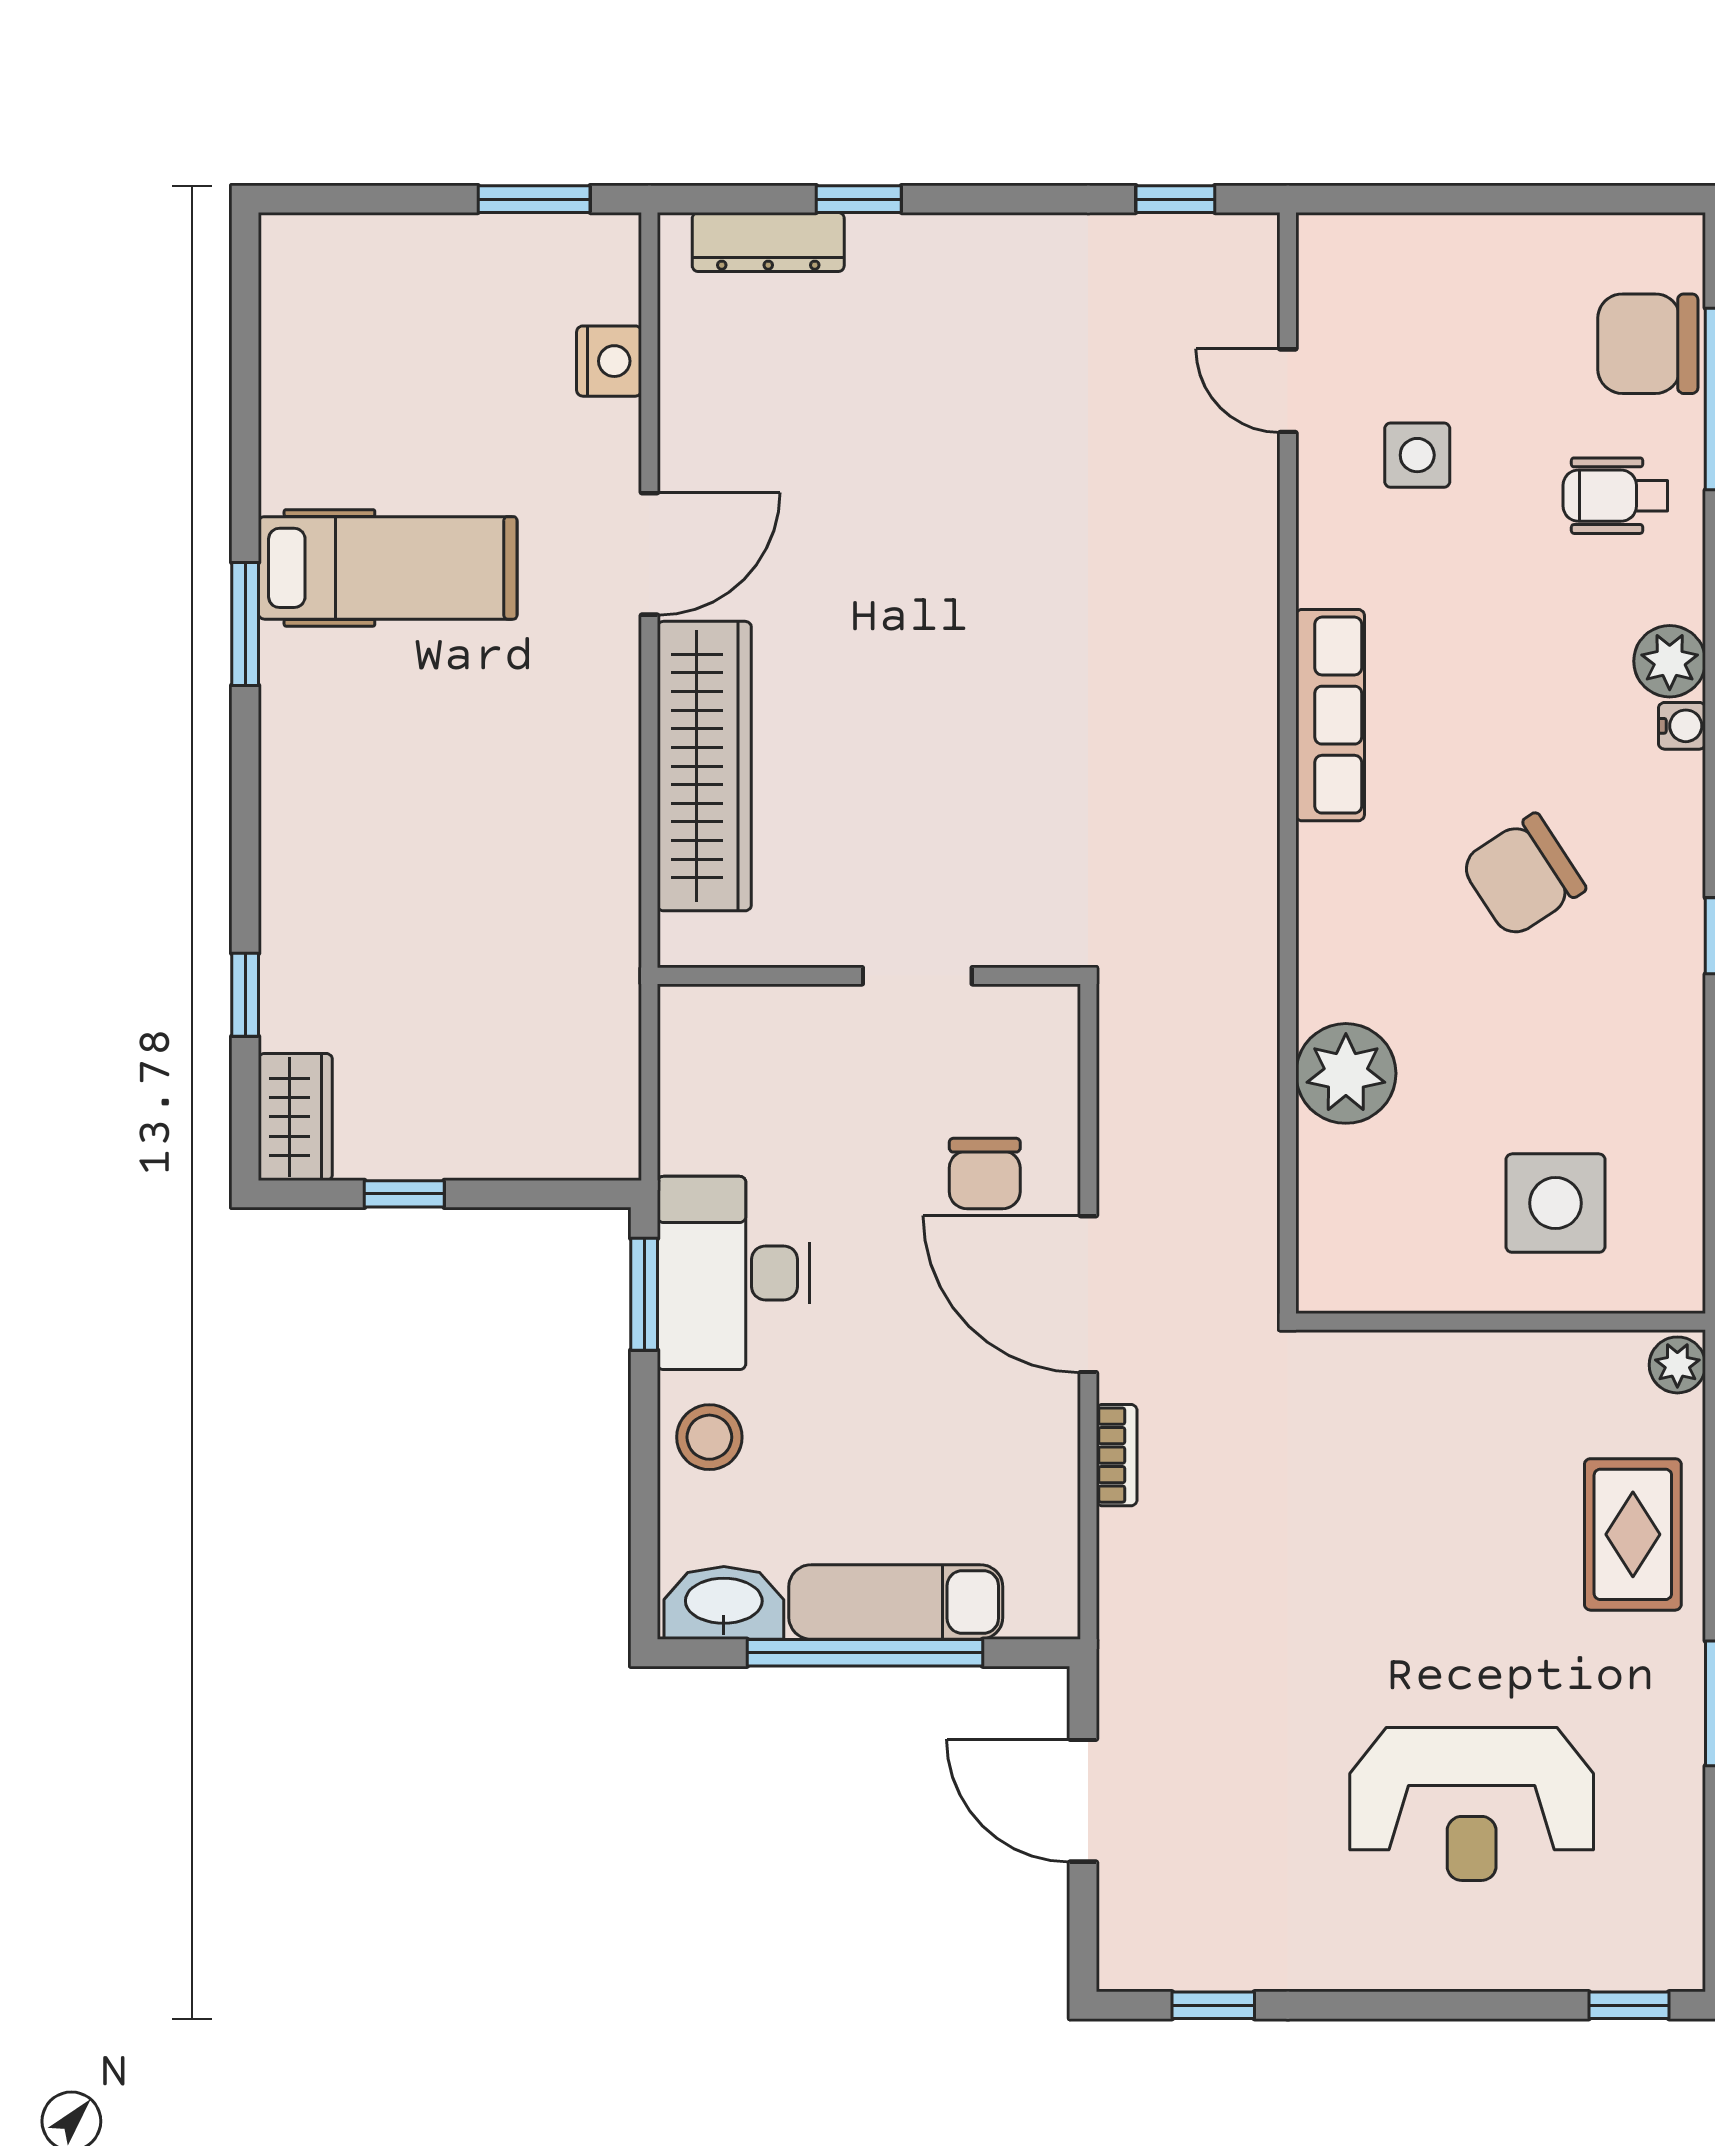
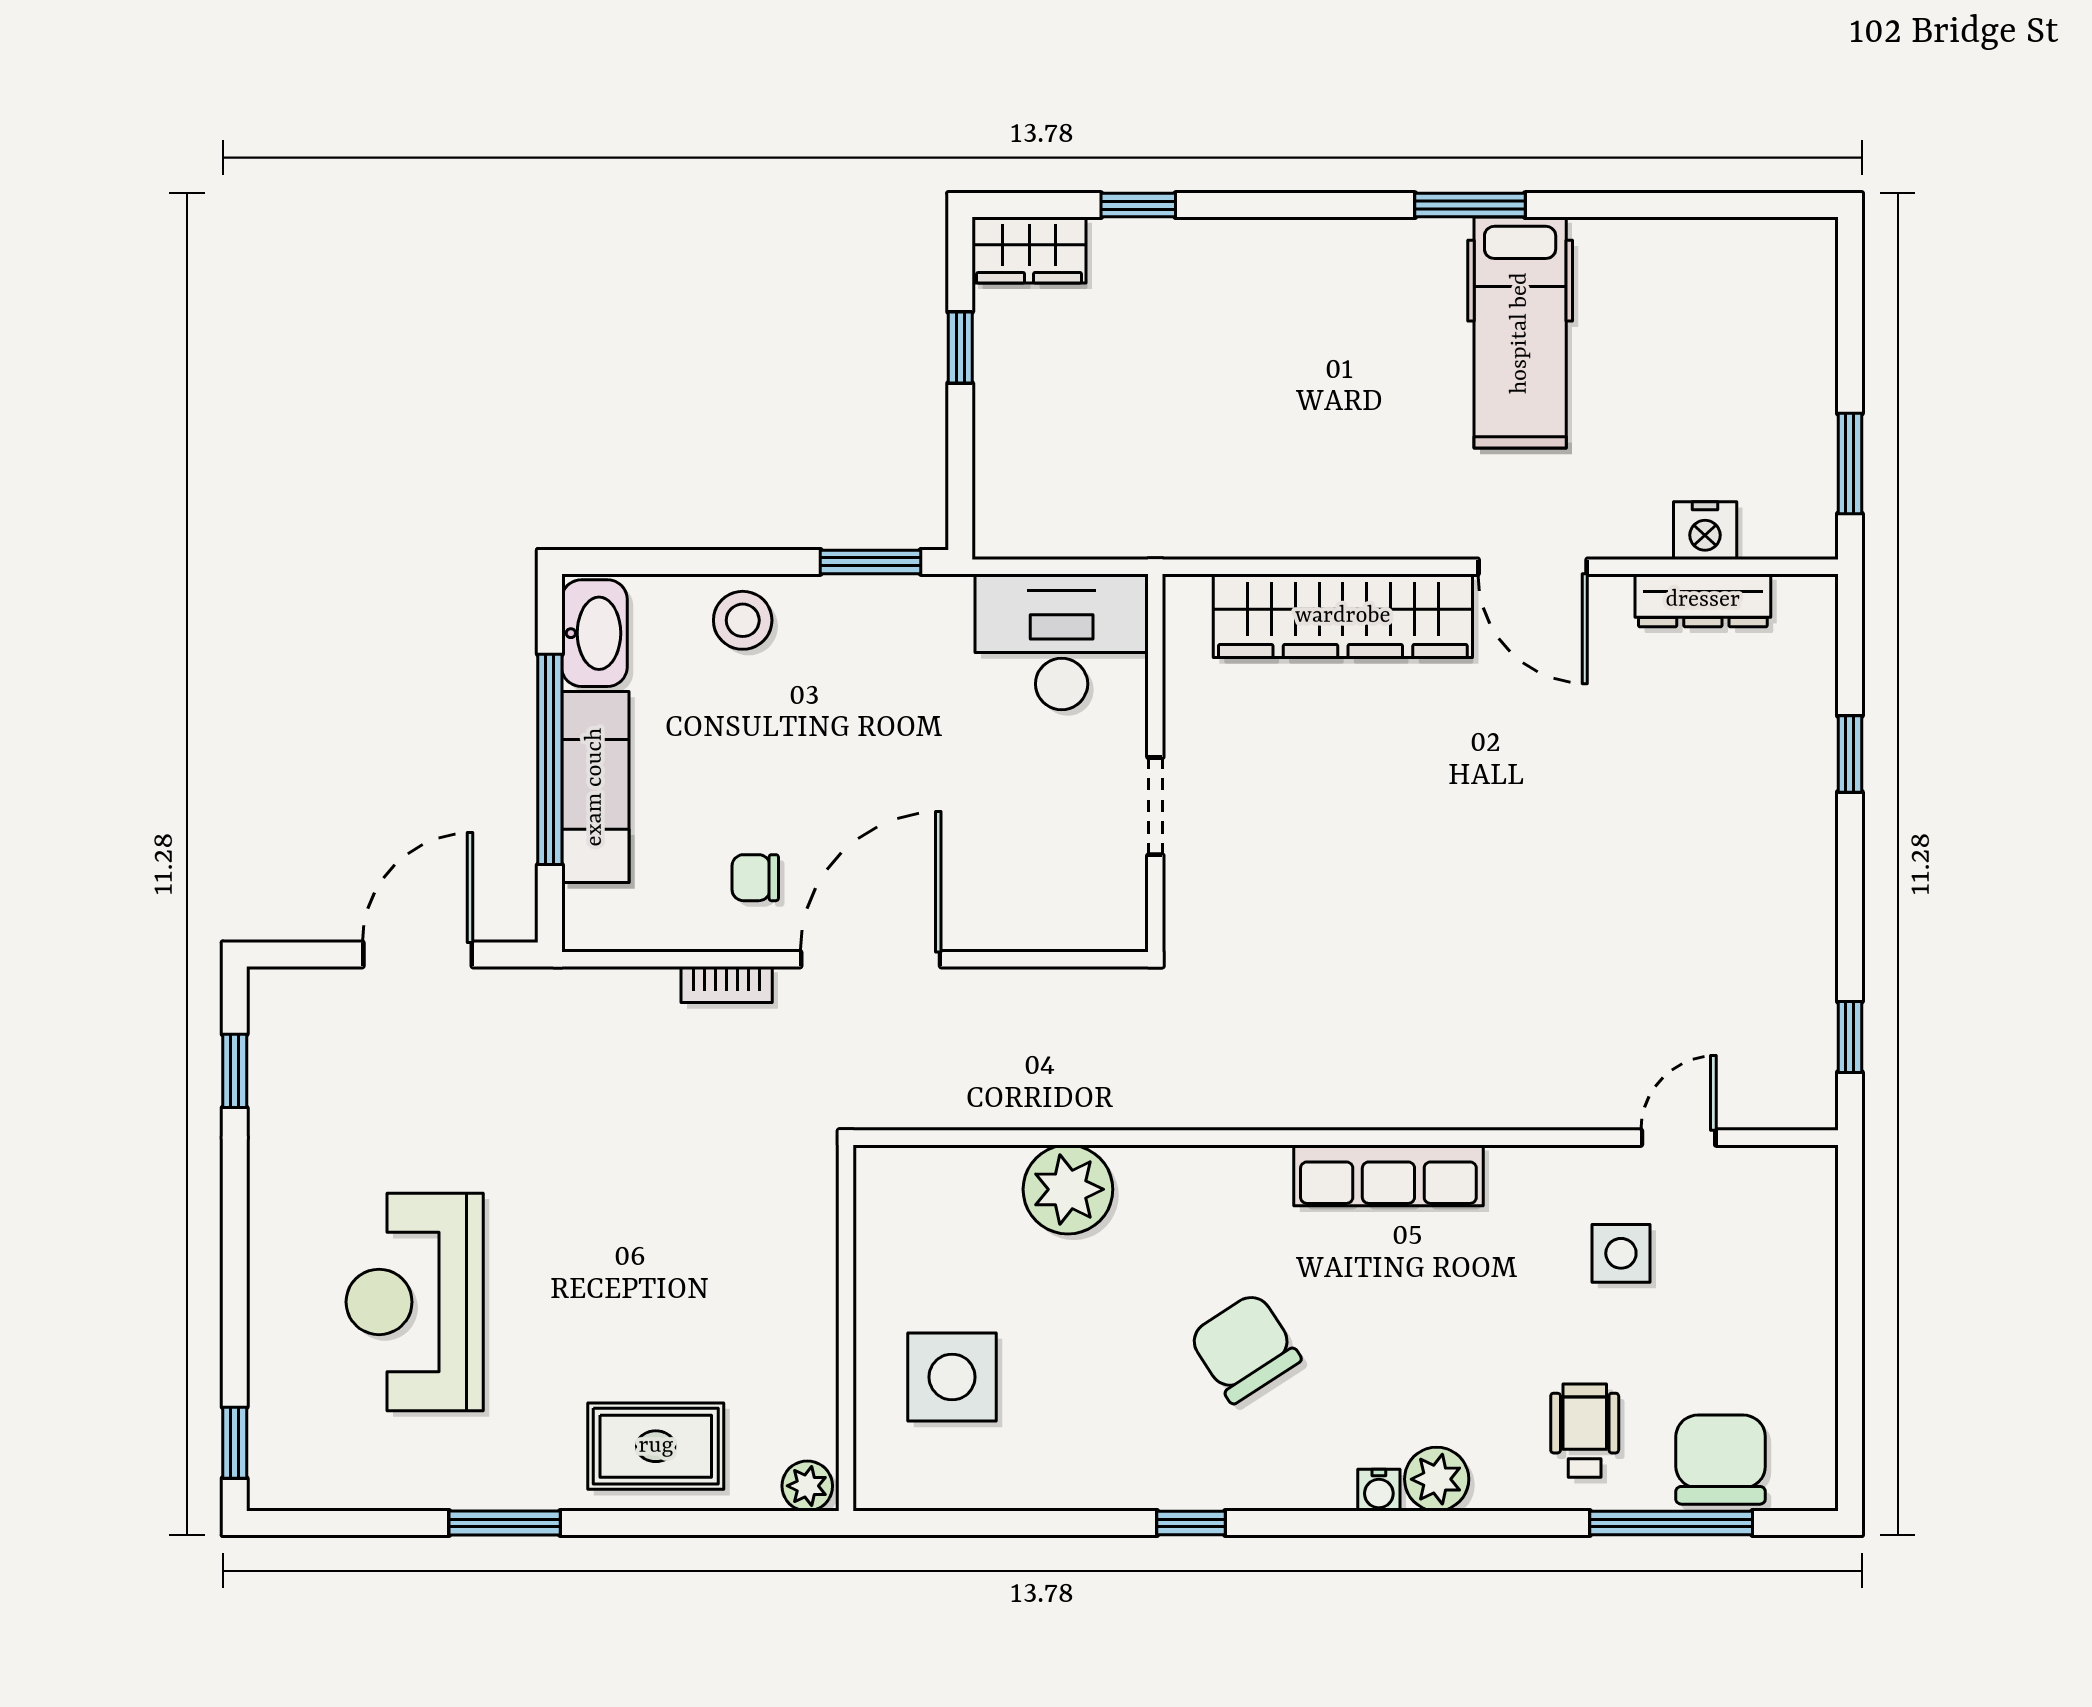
dresser: (768, 242) -> (1703, 600), moved, turned -90
chair: (985, 1173) -> (755, 878), moved, width x0.73, depth x0.73
desk: (733, 1273) -> (1062, 642), moved

